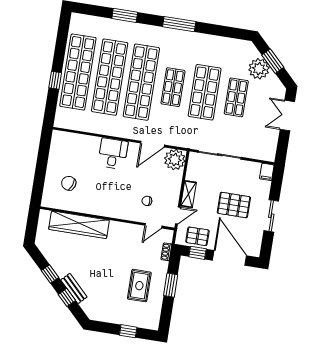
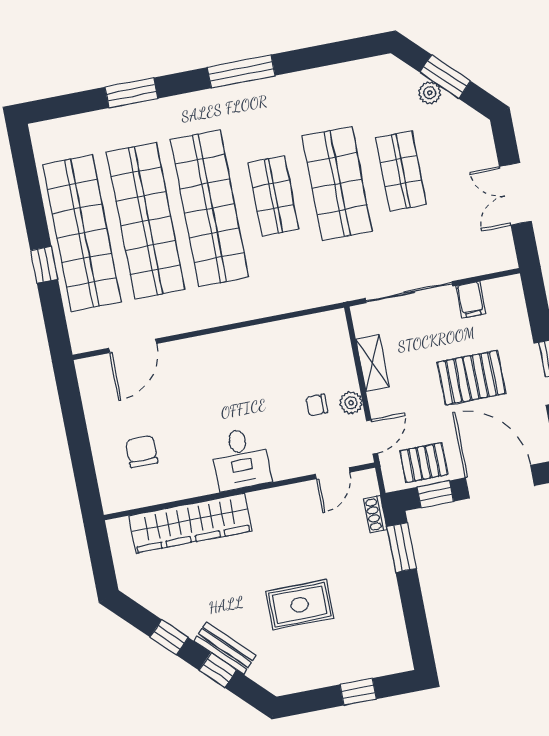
plant: (259, 69) -> (430, 93), width x0.53, depth x0.53
double door: (287, 116) -> (515, 194), moved
door: (152, 144) -> (133, 346), moved
desk: (113, 154) -> (241, 459), moved, turned 180
plant: (175, 160) -> (351, 403), moved, width x0.53, depth x0.53
filing cabinet: (267, 172) -> (471, 300), moved
chair: (69, 183) -> (142, 451), turned 70
shelving: (189, 194) -> (372, 363), moved
chair: (147, 201) -> (317, 405), moved
window: (171, 285) -> (402, 547), moved
rug: (139, 286) -> (300, 605), moved, turned 90

